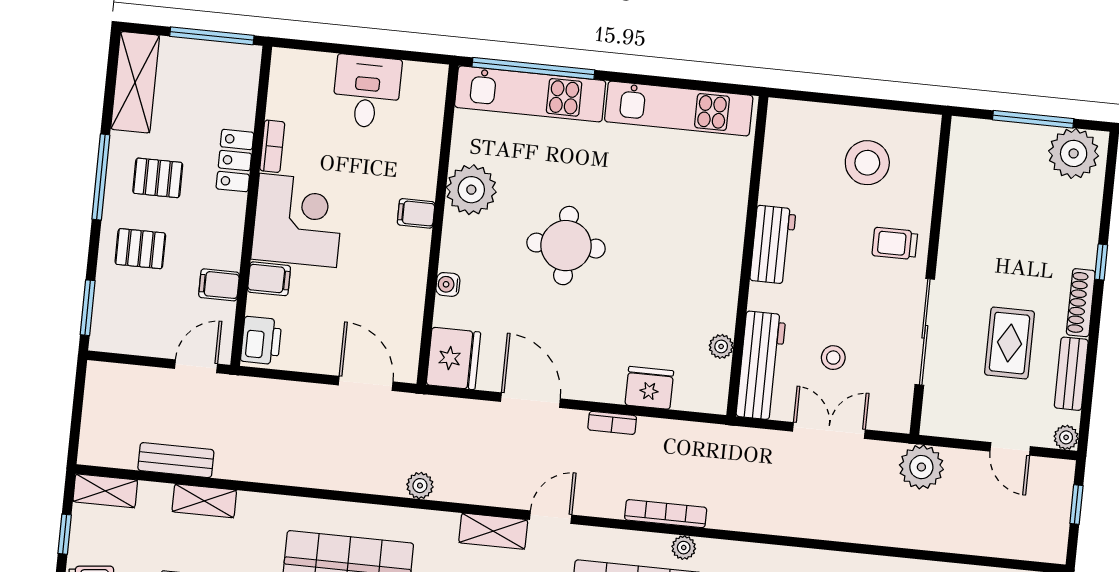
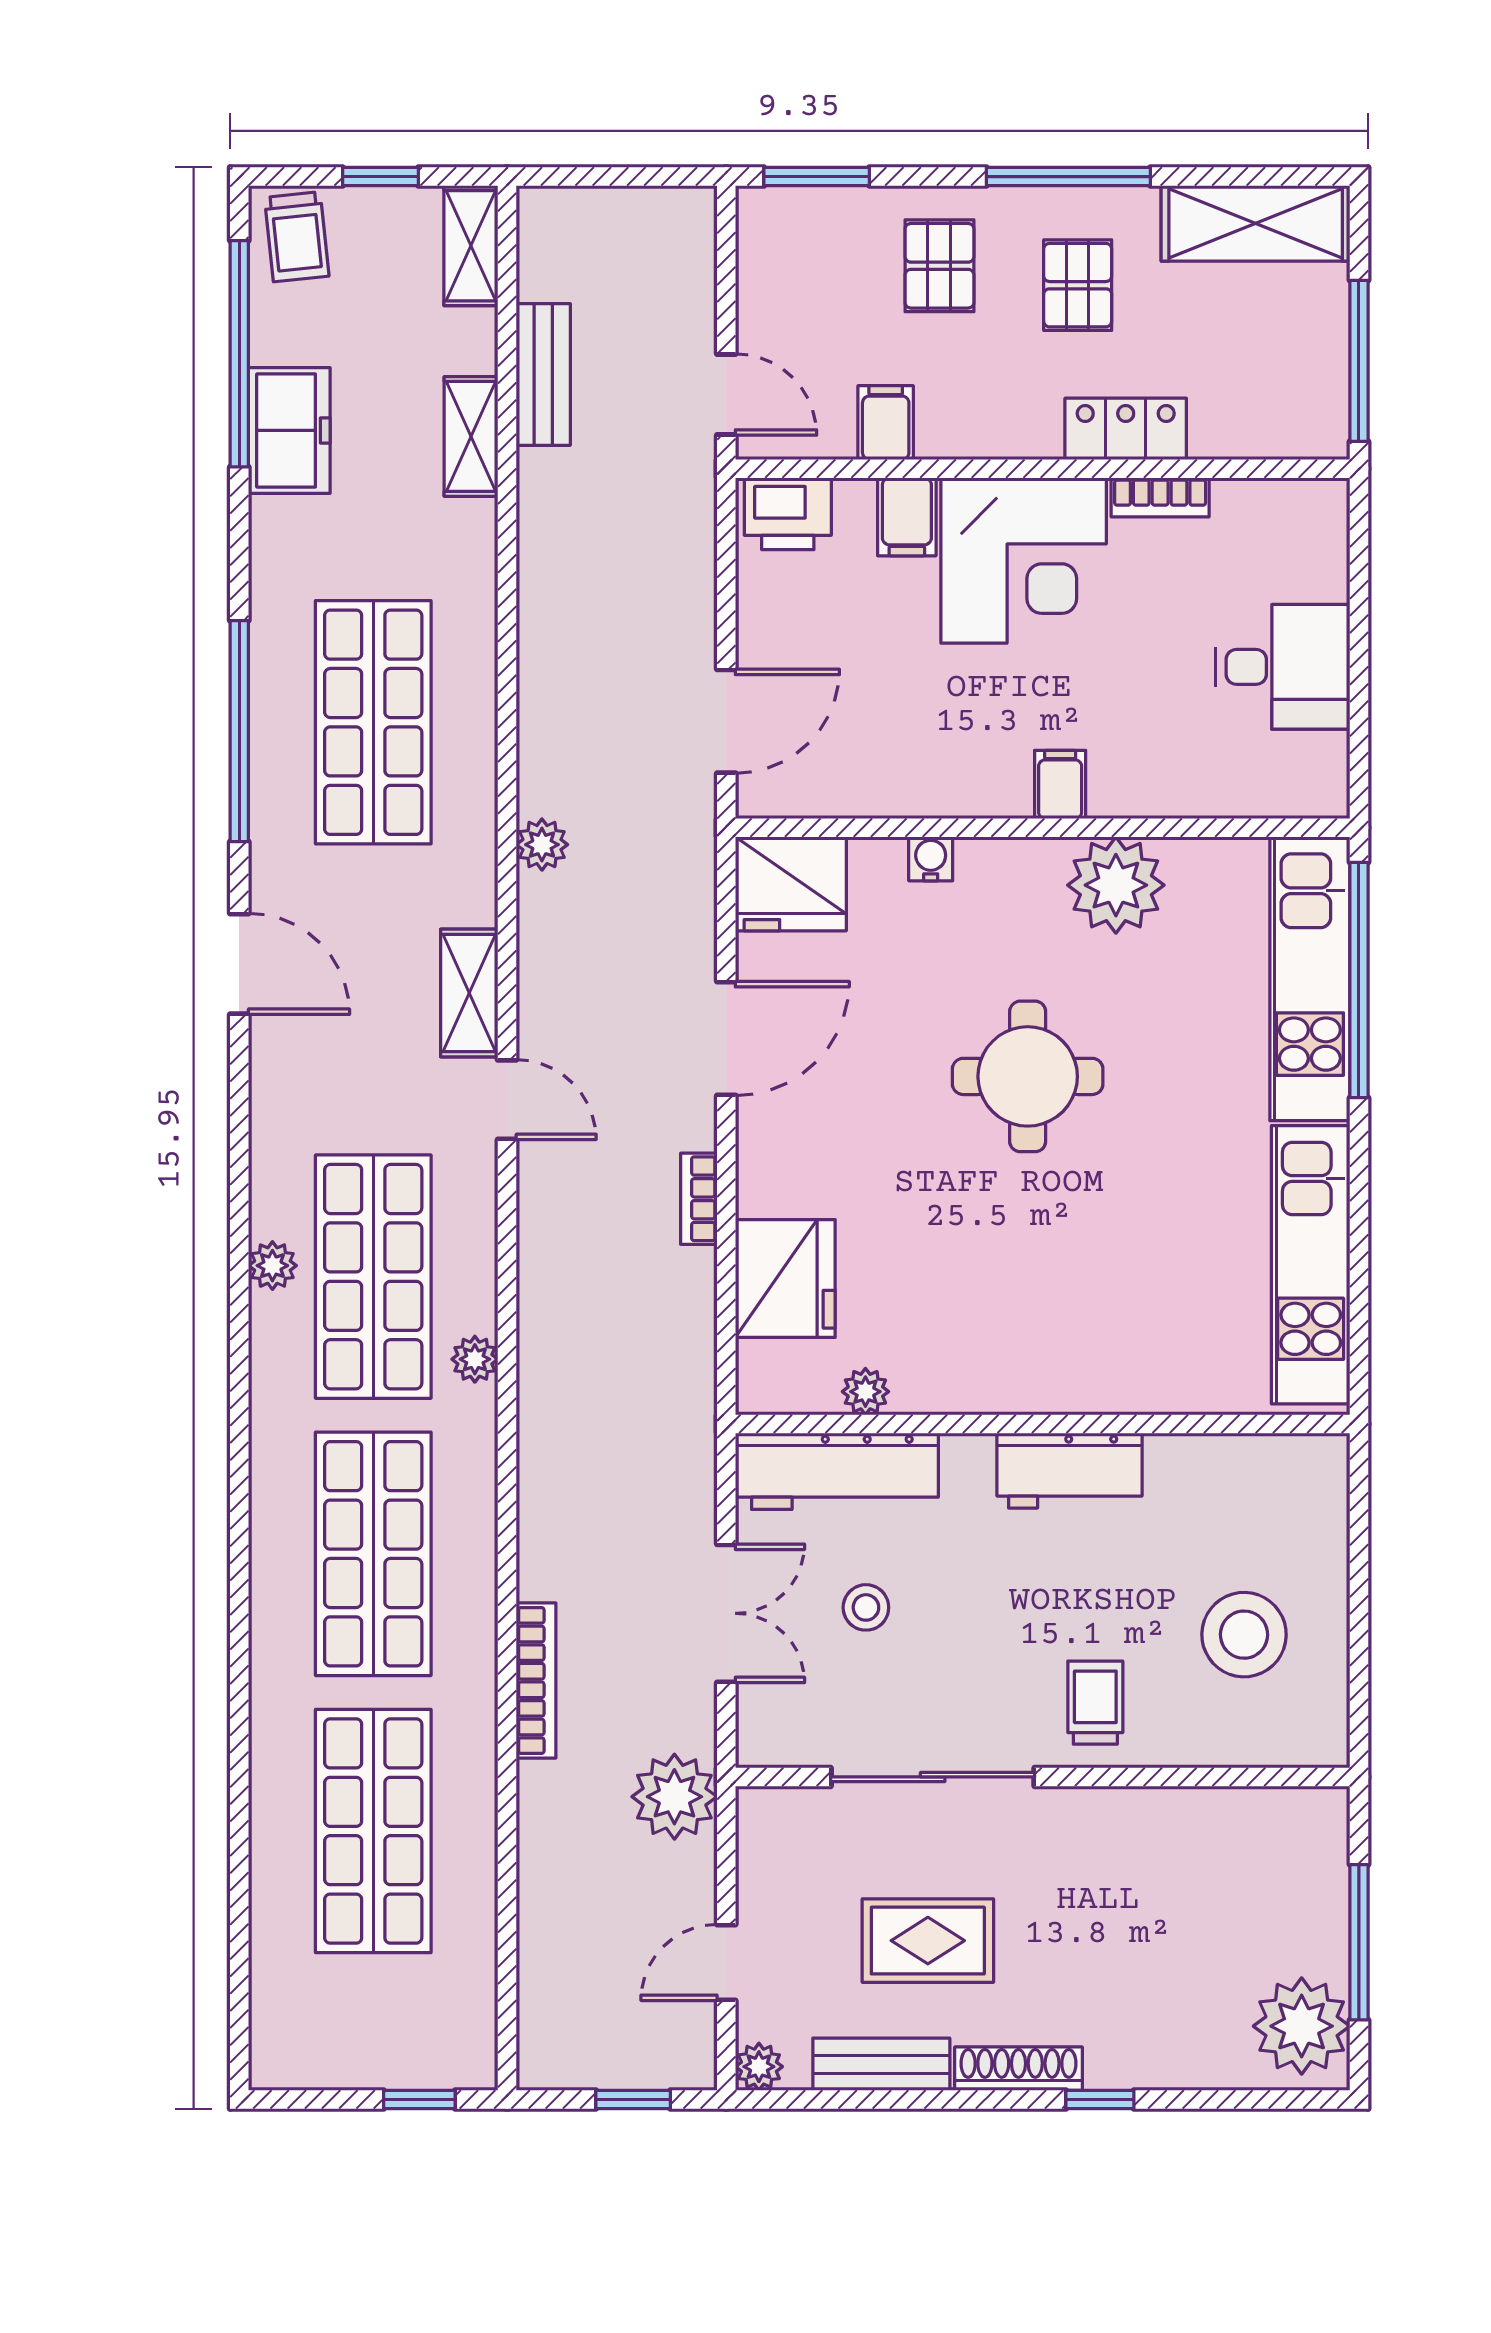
fridge: (649, 388) -> (785, 1278), width x1.36, depth x1.34
bookcase: (666, 514) -> (536, 1680), moved

